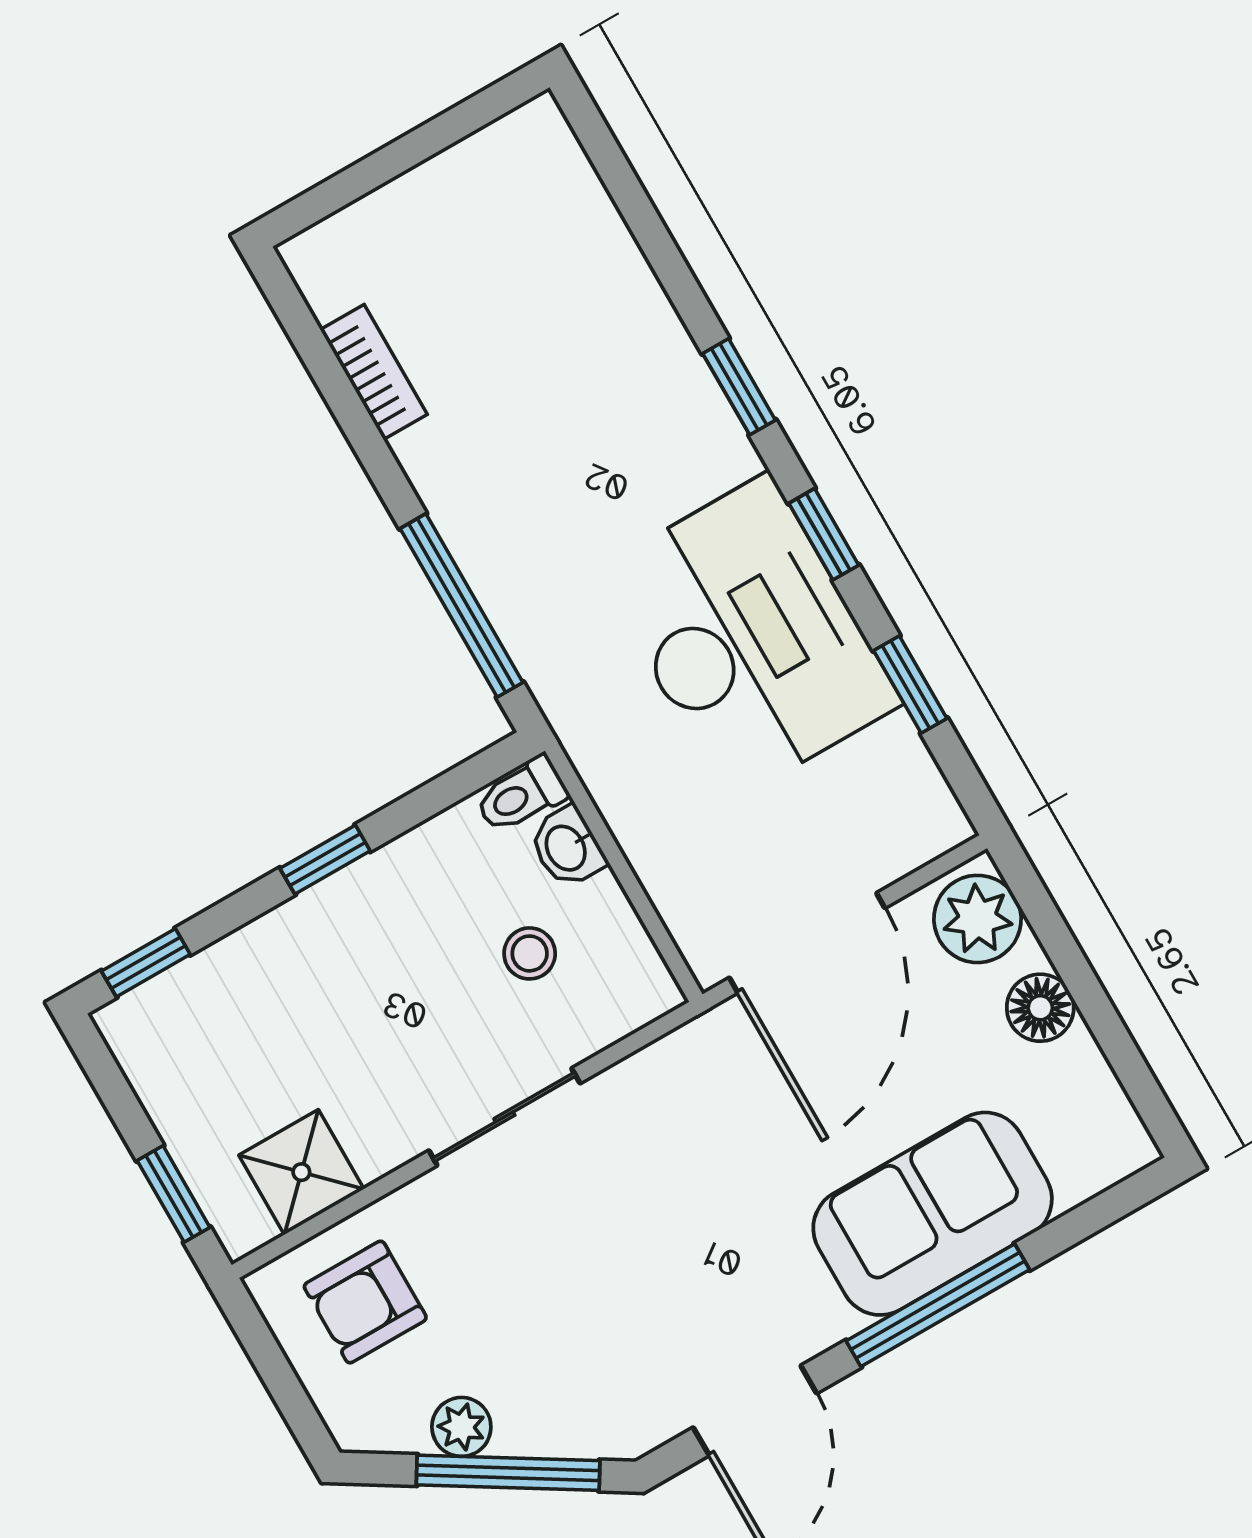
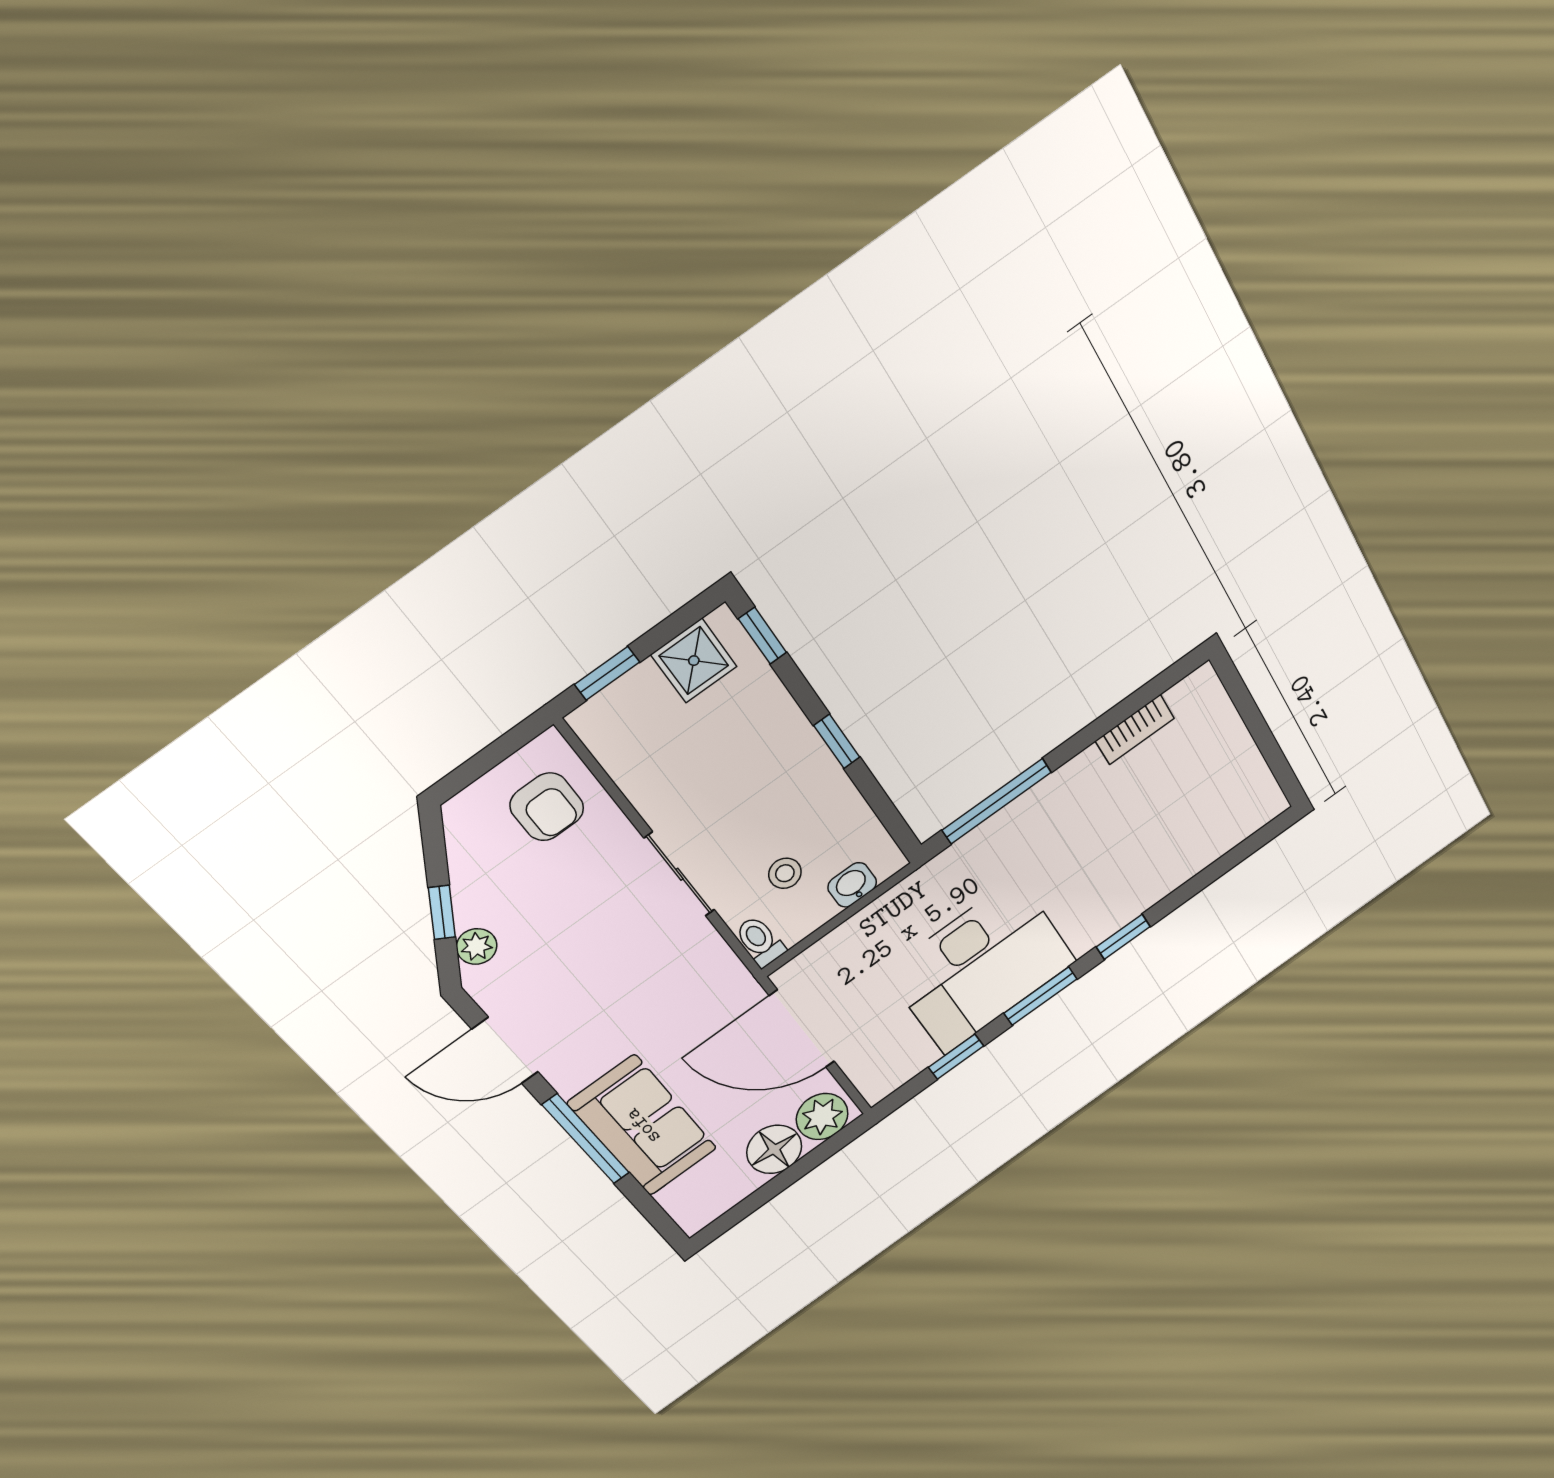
window: (824, 534) -> (1040, 996), width x1.50
toilet: (521, 795) -> (760, 941), moved
floor lamp: (1040, 1008) -> (774, 1149), width x1.38, depth x1.38
shower: (301, 1172) -> (694, 661), moved
armchair: (365, 1302) -> (547, 807), turned 180
plant: (461, 1427) -> (477, 946), moved
window: (508, 1473) -> (442, 912), width x0.46

